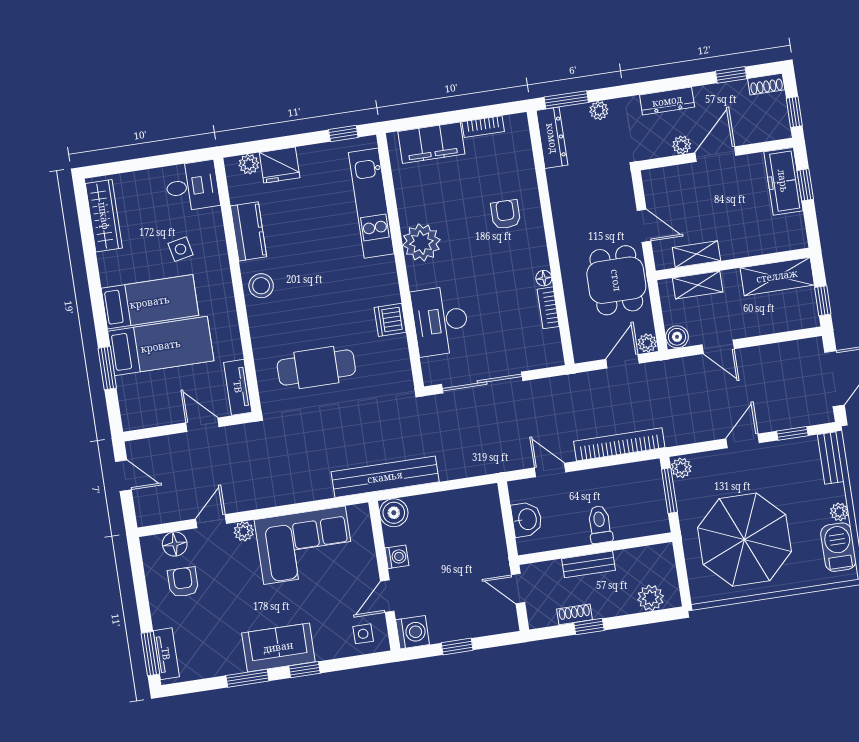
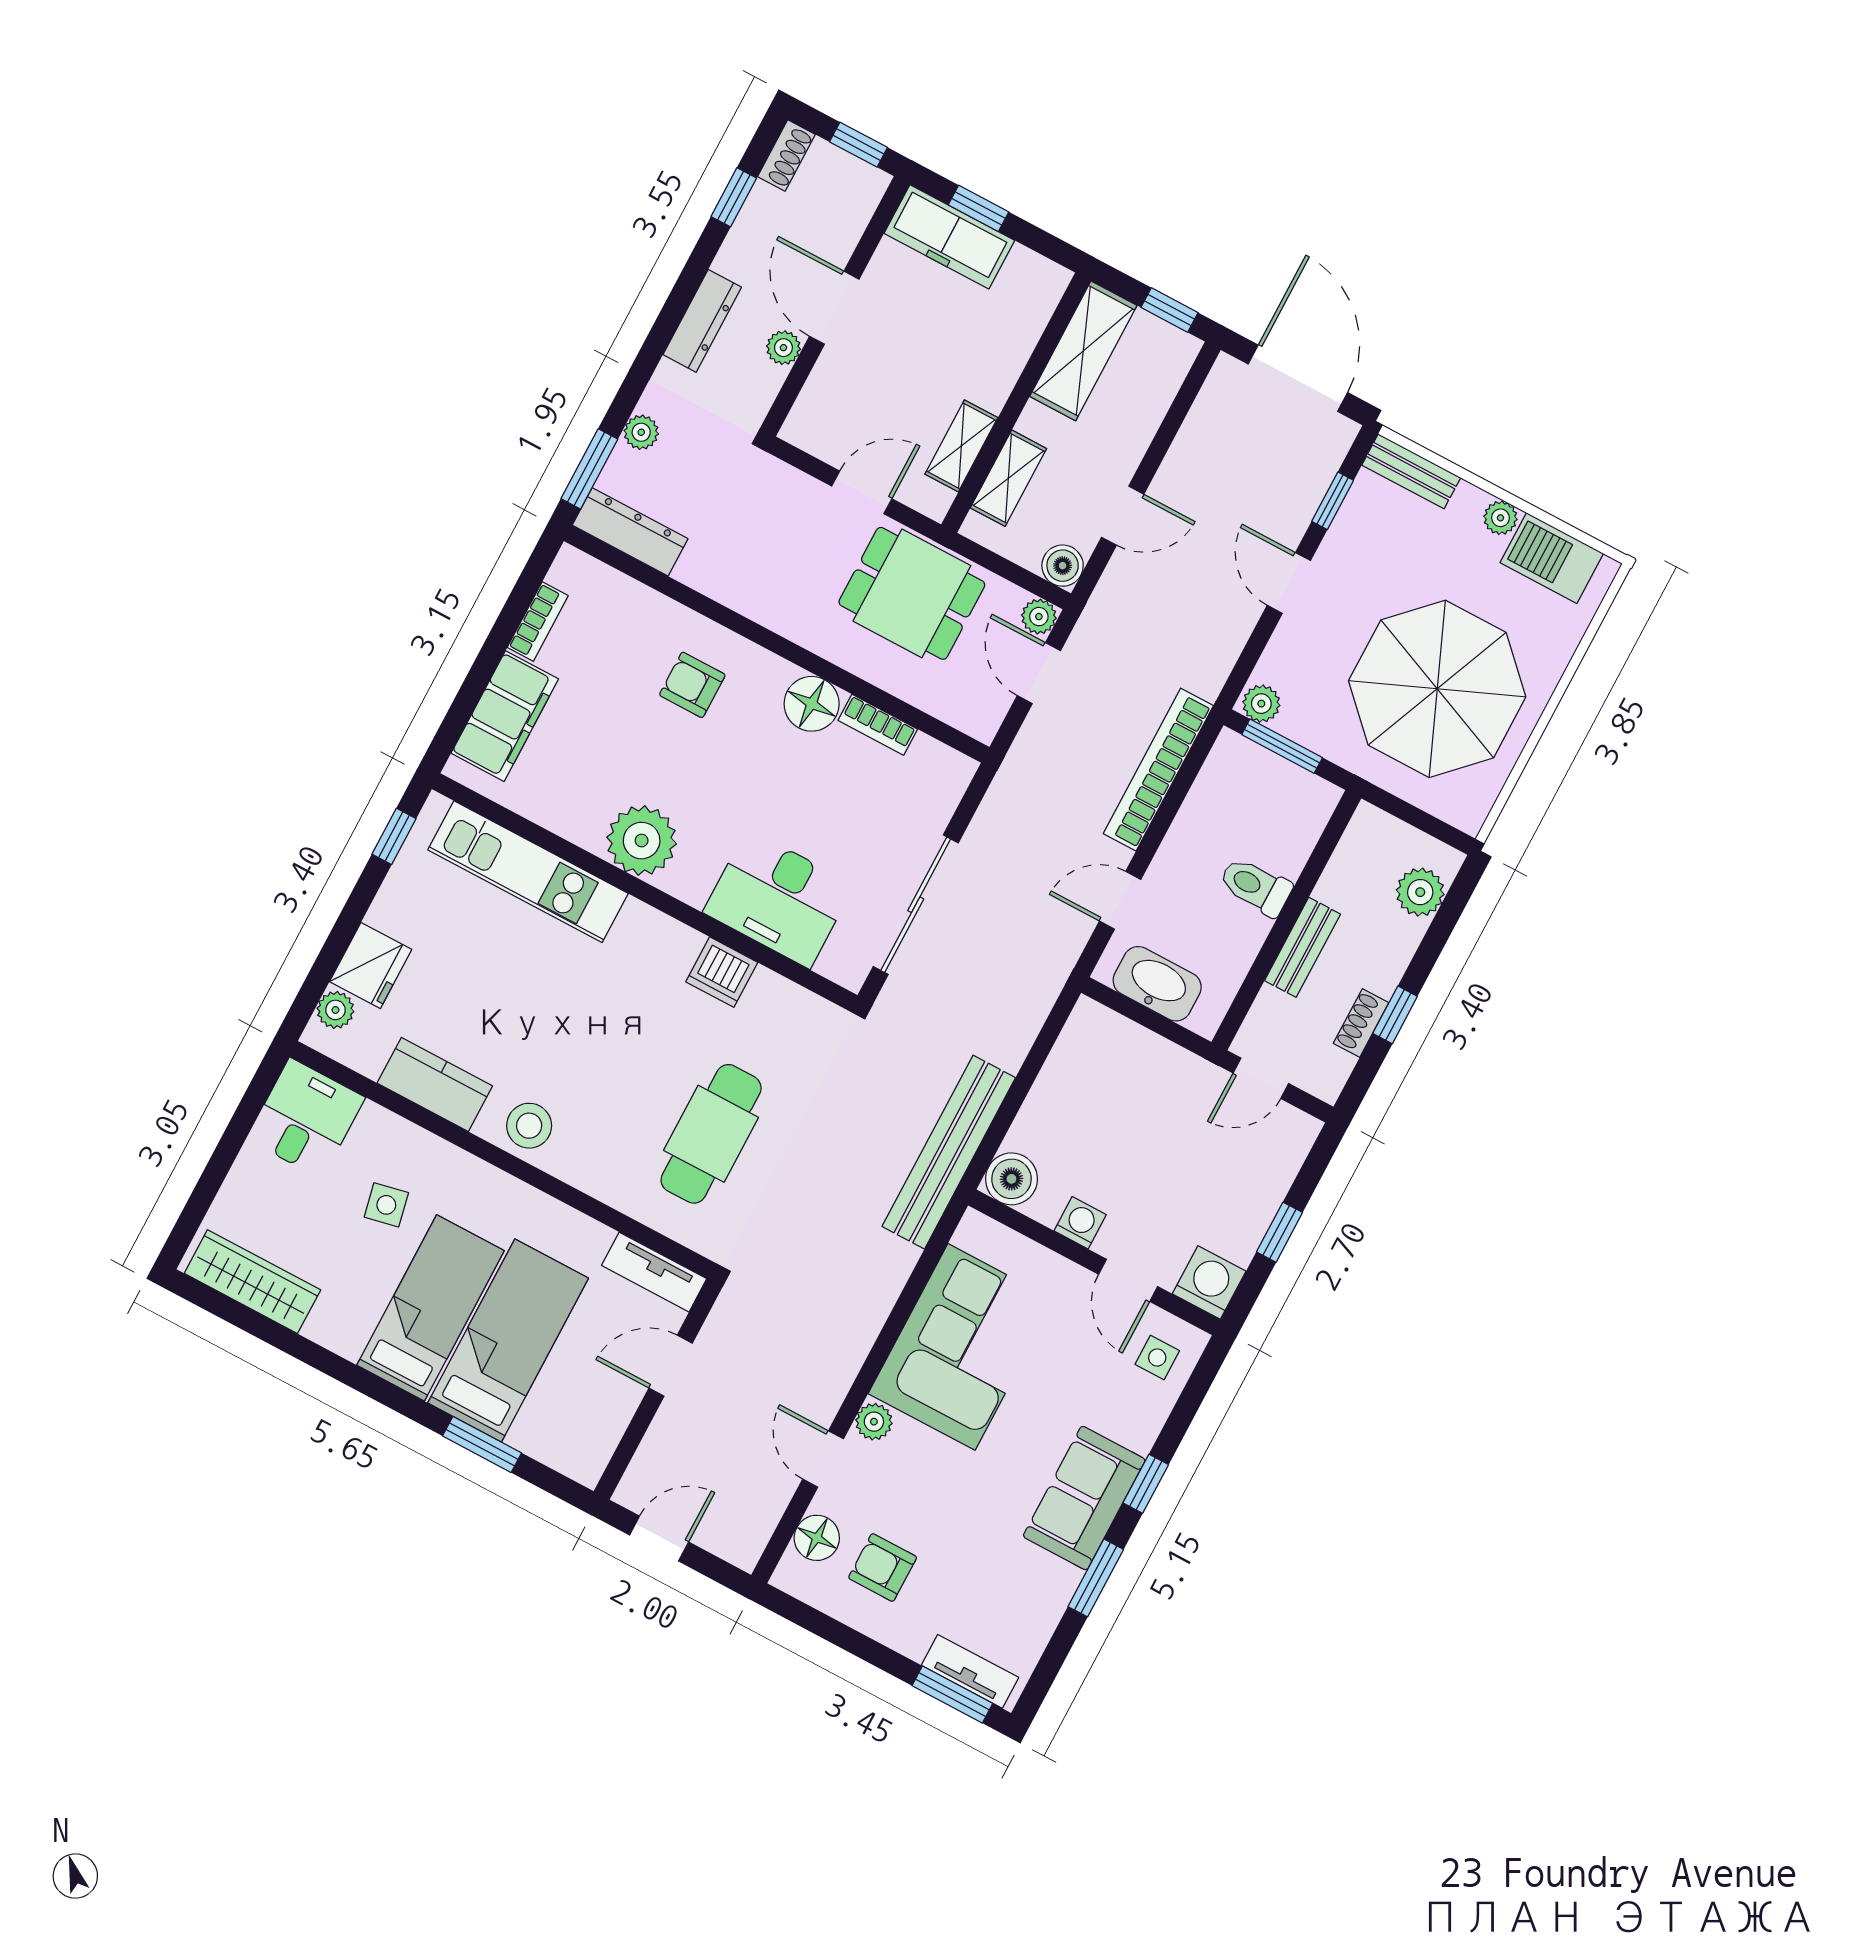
floor lamp: (544, 278) -> (812, 704), width x1.89, depth x1.89
washbasin: (527, 519) -> (1157, 984), width x1.38

